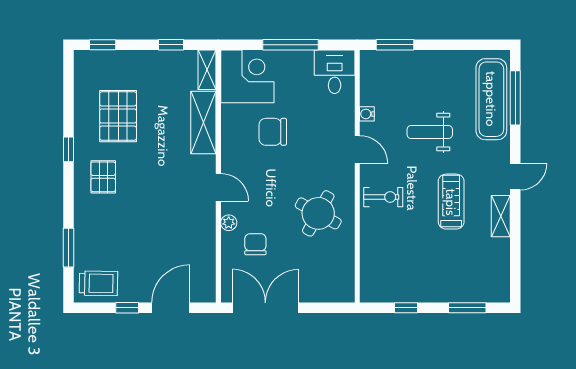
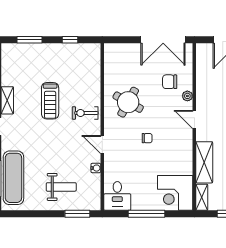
chair: (273, 132) -> (147, 138), moved, width x0.54, depth x0.54
weight bench: (430, 132) -> (61, 187), moved
treadmill: (451, 202) -> (50, 101), moved
chair: (255, 244) -> (170, 82), turned 90

